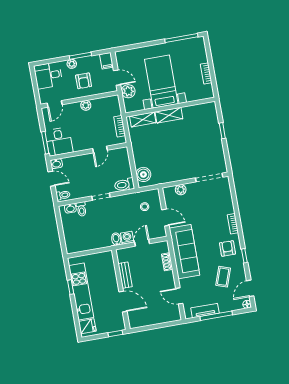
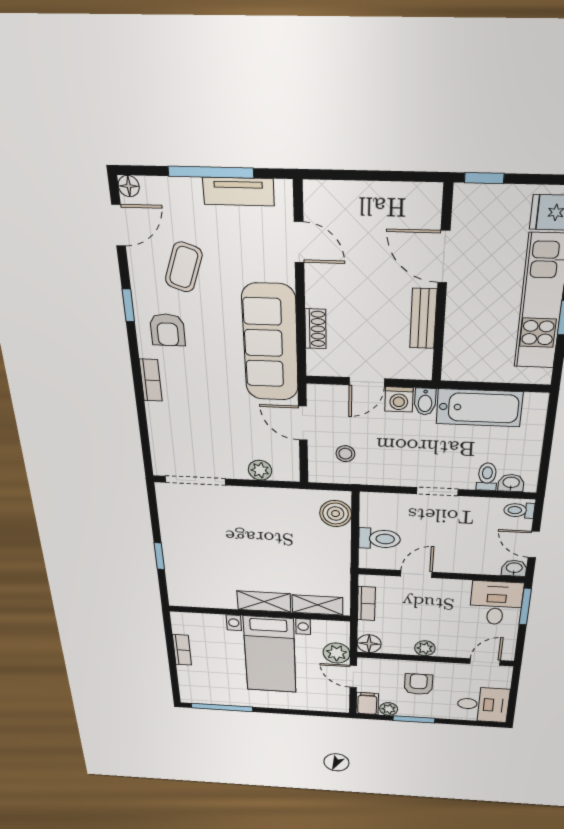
plant: (72, 64) -> (389, 709), moved
floor lamp: (113, 101) -> (369, 644), added
toilet: (124, 185) -> (379, 539), moved
bathtub: (93, 241) -> (479, 408), added

